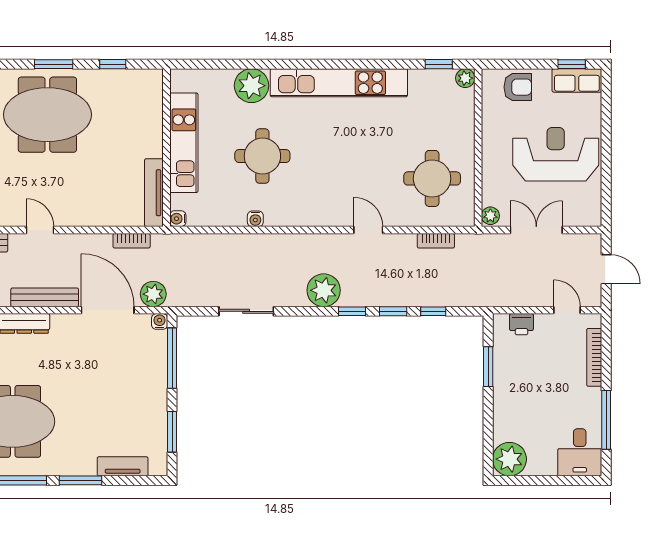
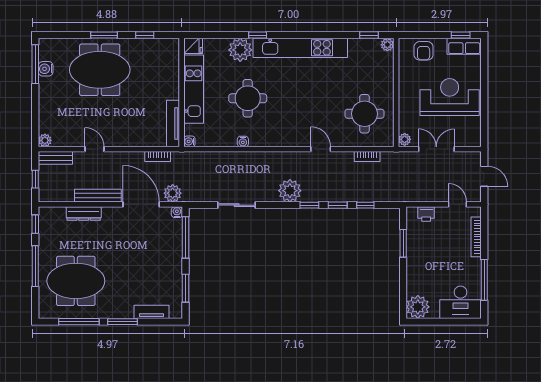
window: (277, 64) -> (258, 35), added
fridge: (183, 80) -> (193, 46), added
armchair: (518, 87) -> (424, 51), turned 90
desk: (580, 452) -> (461, 302), width x1.37

